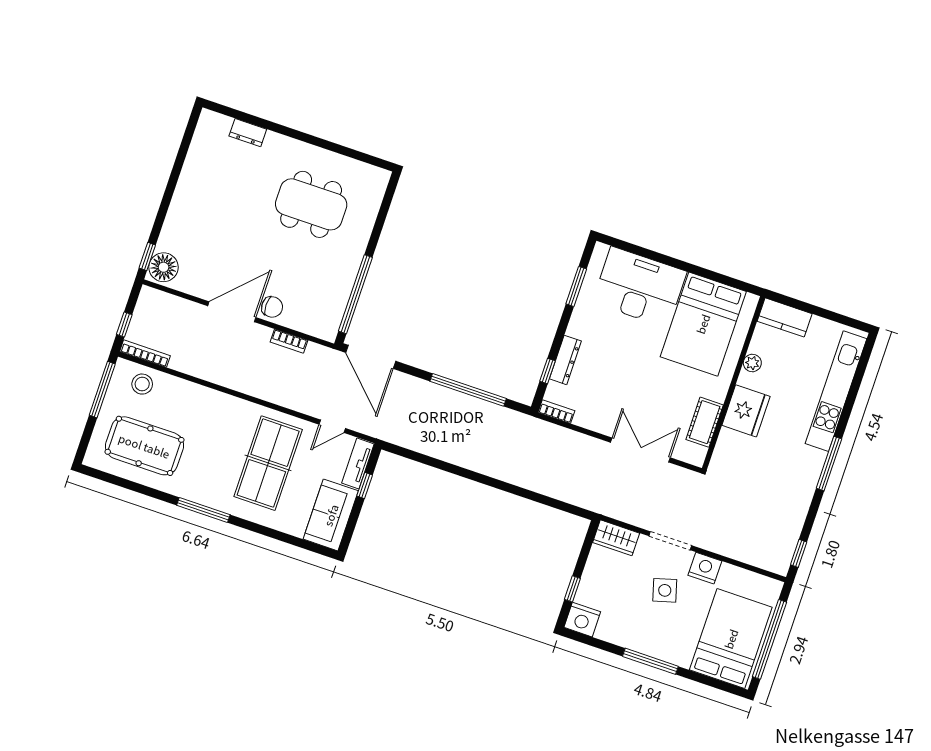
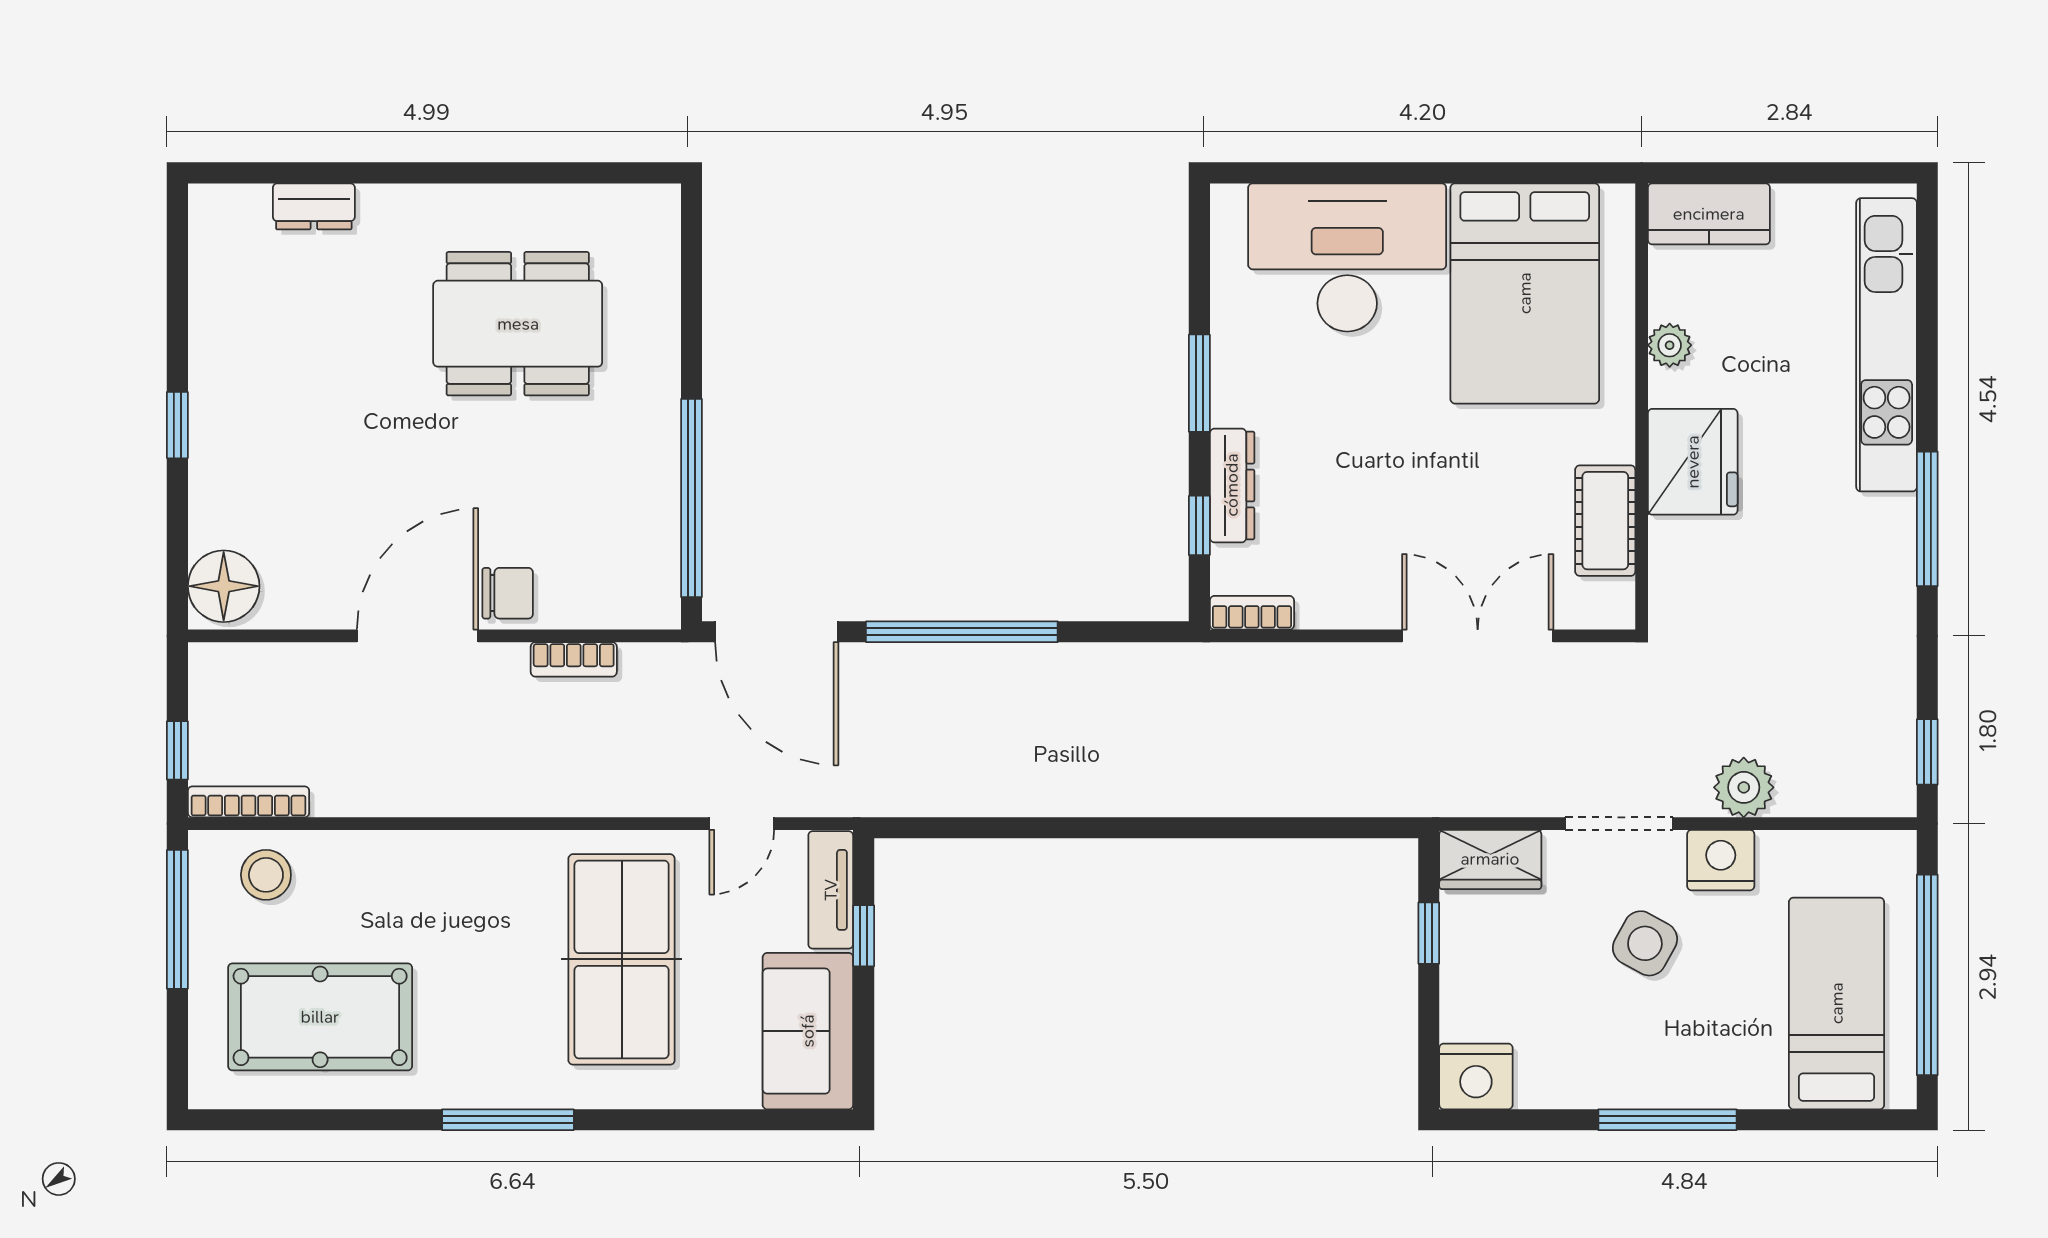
window: (147, 256) -> (177, 425), moved
window: (576, 286) -> (1199, 383), moved
window: (468, 390) -> (962, 632), moved
plant: (723, 543) -> (1744, 787), added
window: (572, 589) -> (1429, 933), moved
side table: (665, 590) -> (1645, 943), turned 45
bed: (731, 639) -> (1837, 1003), width x0.67

